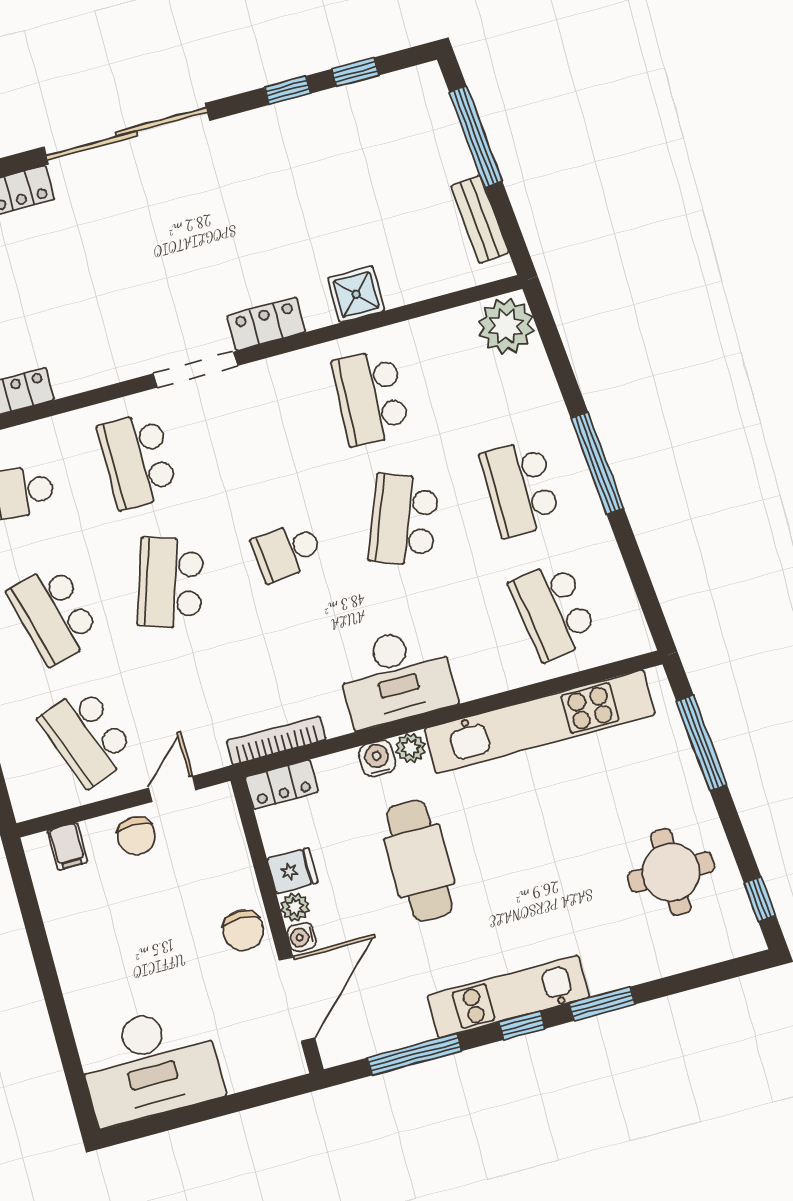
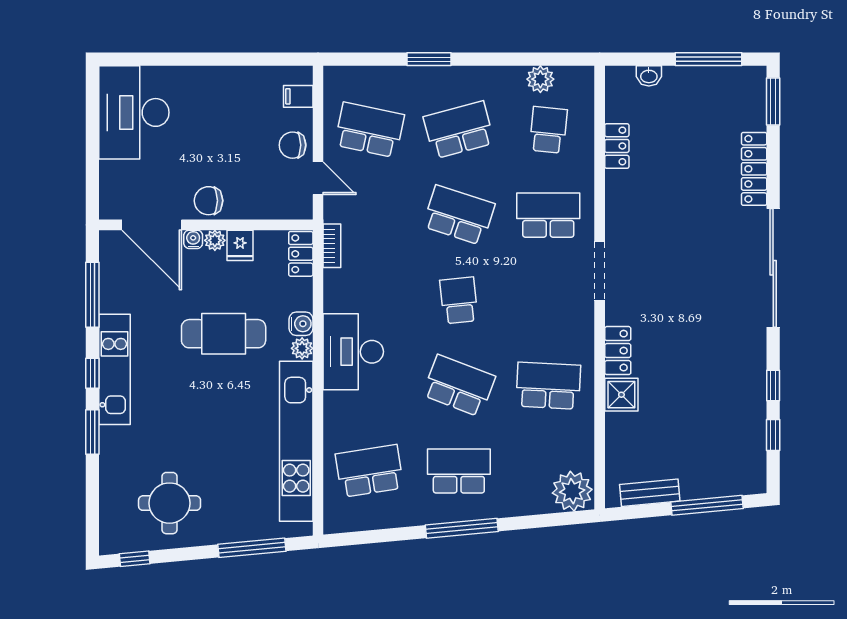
locker: (266, 324) -> (618, 351), moved
school desk: (87, 737) -> (369, 130), turned 33
bookcase: (276, 740) -> (332, 246), width x0.64

